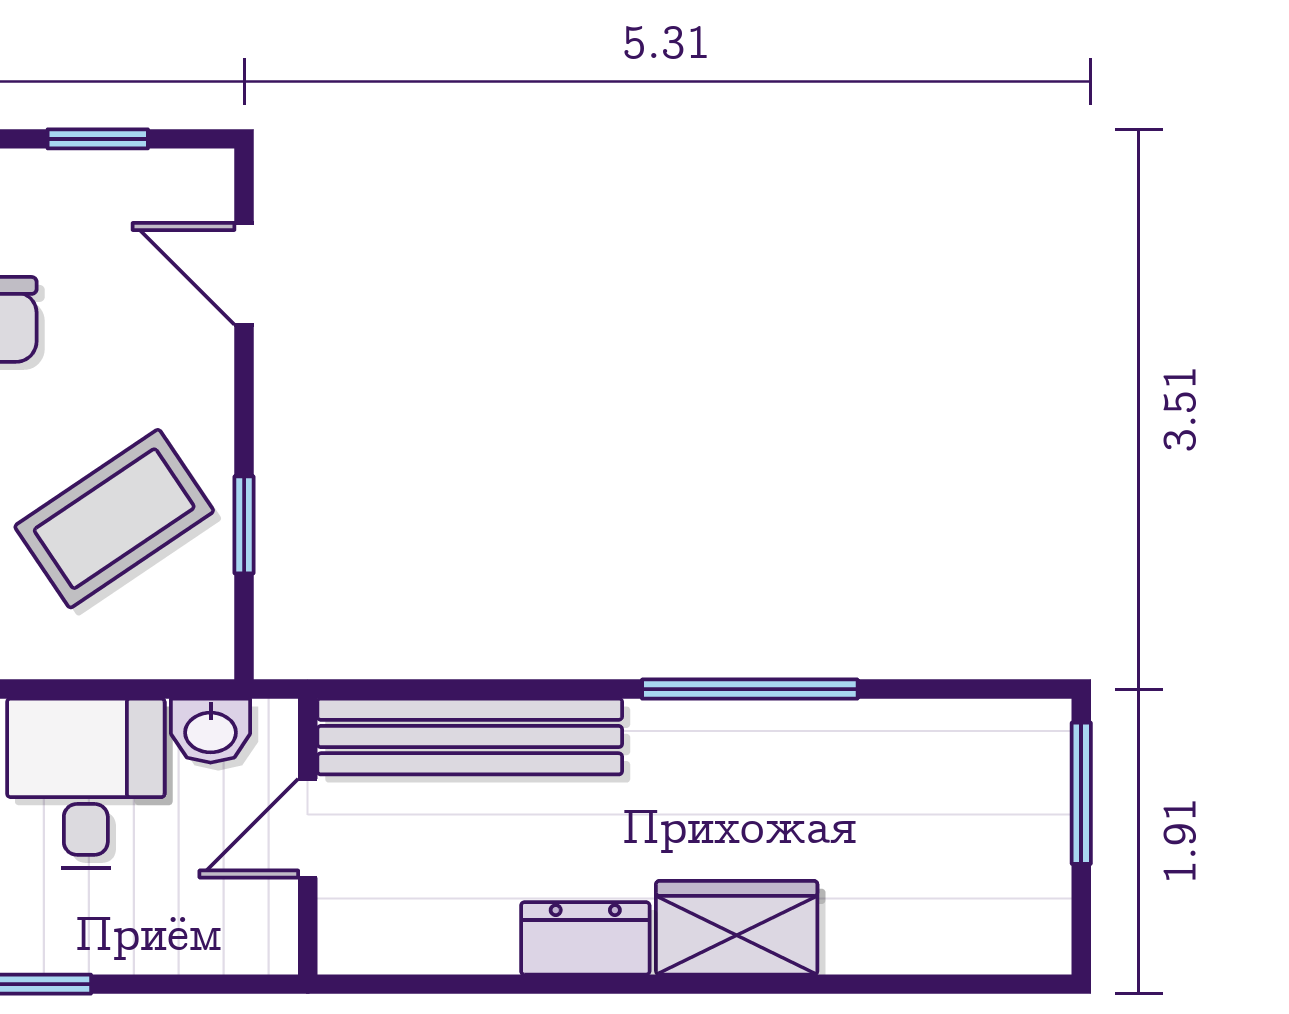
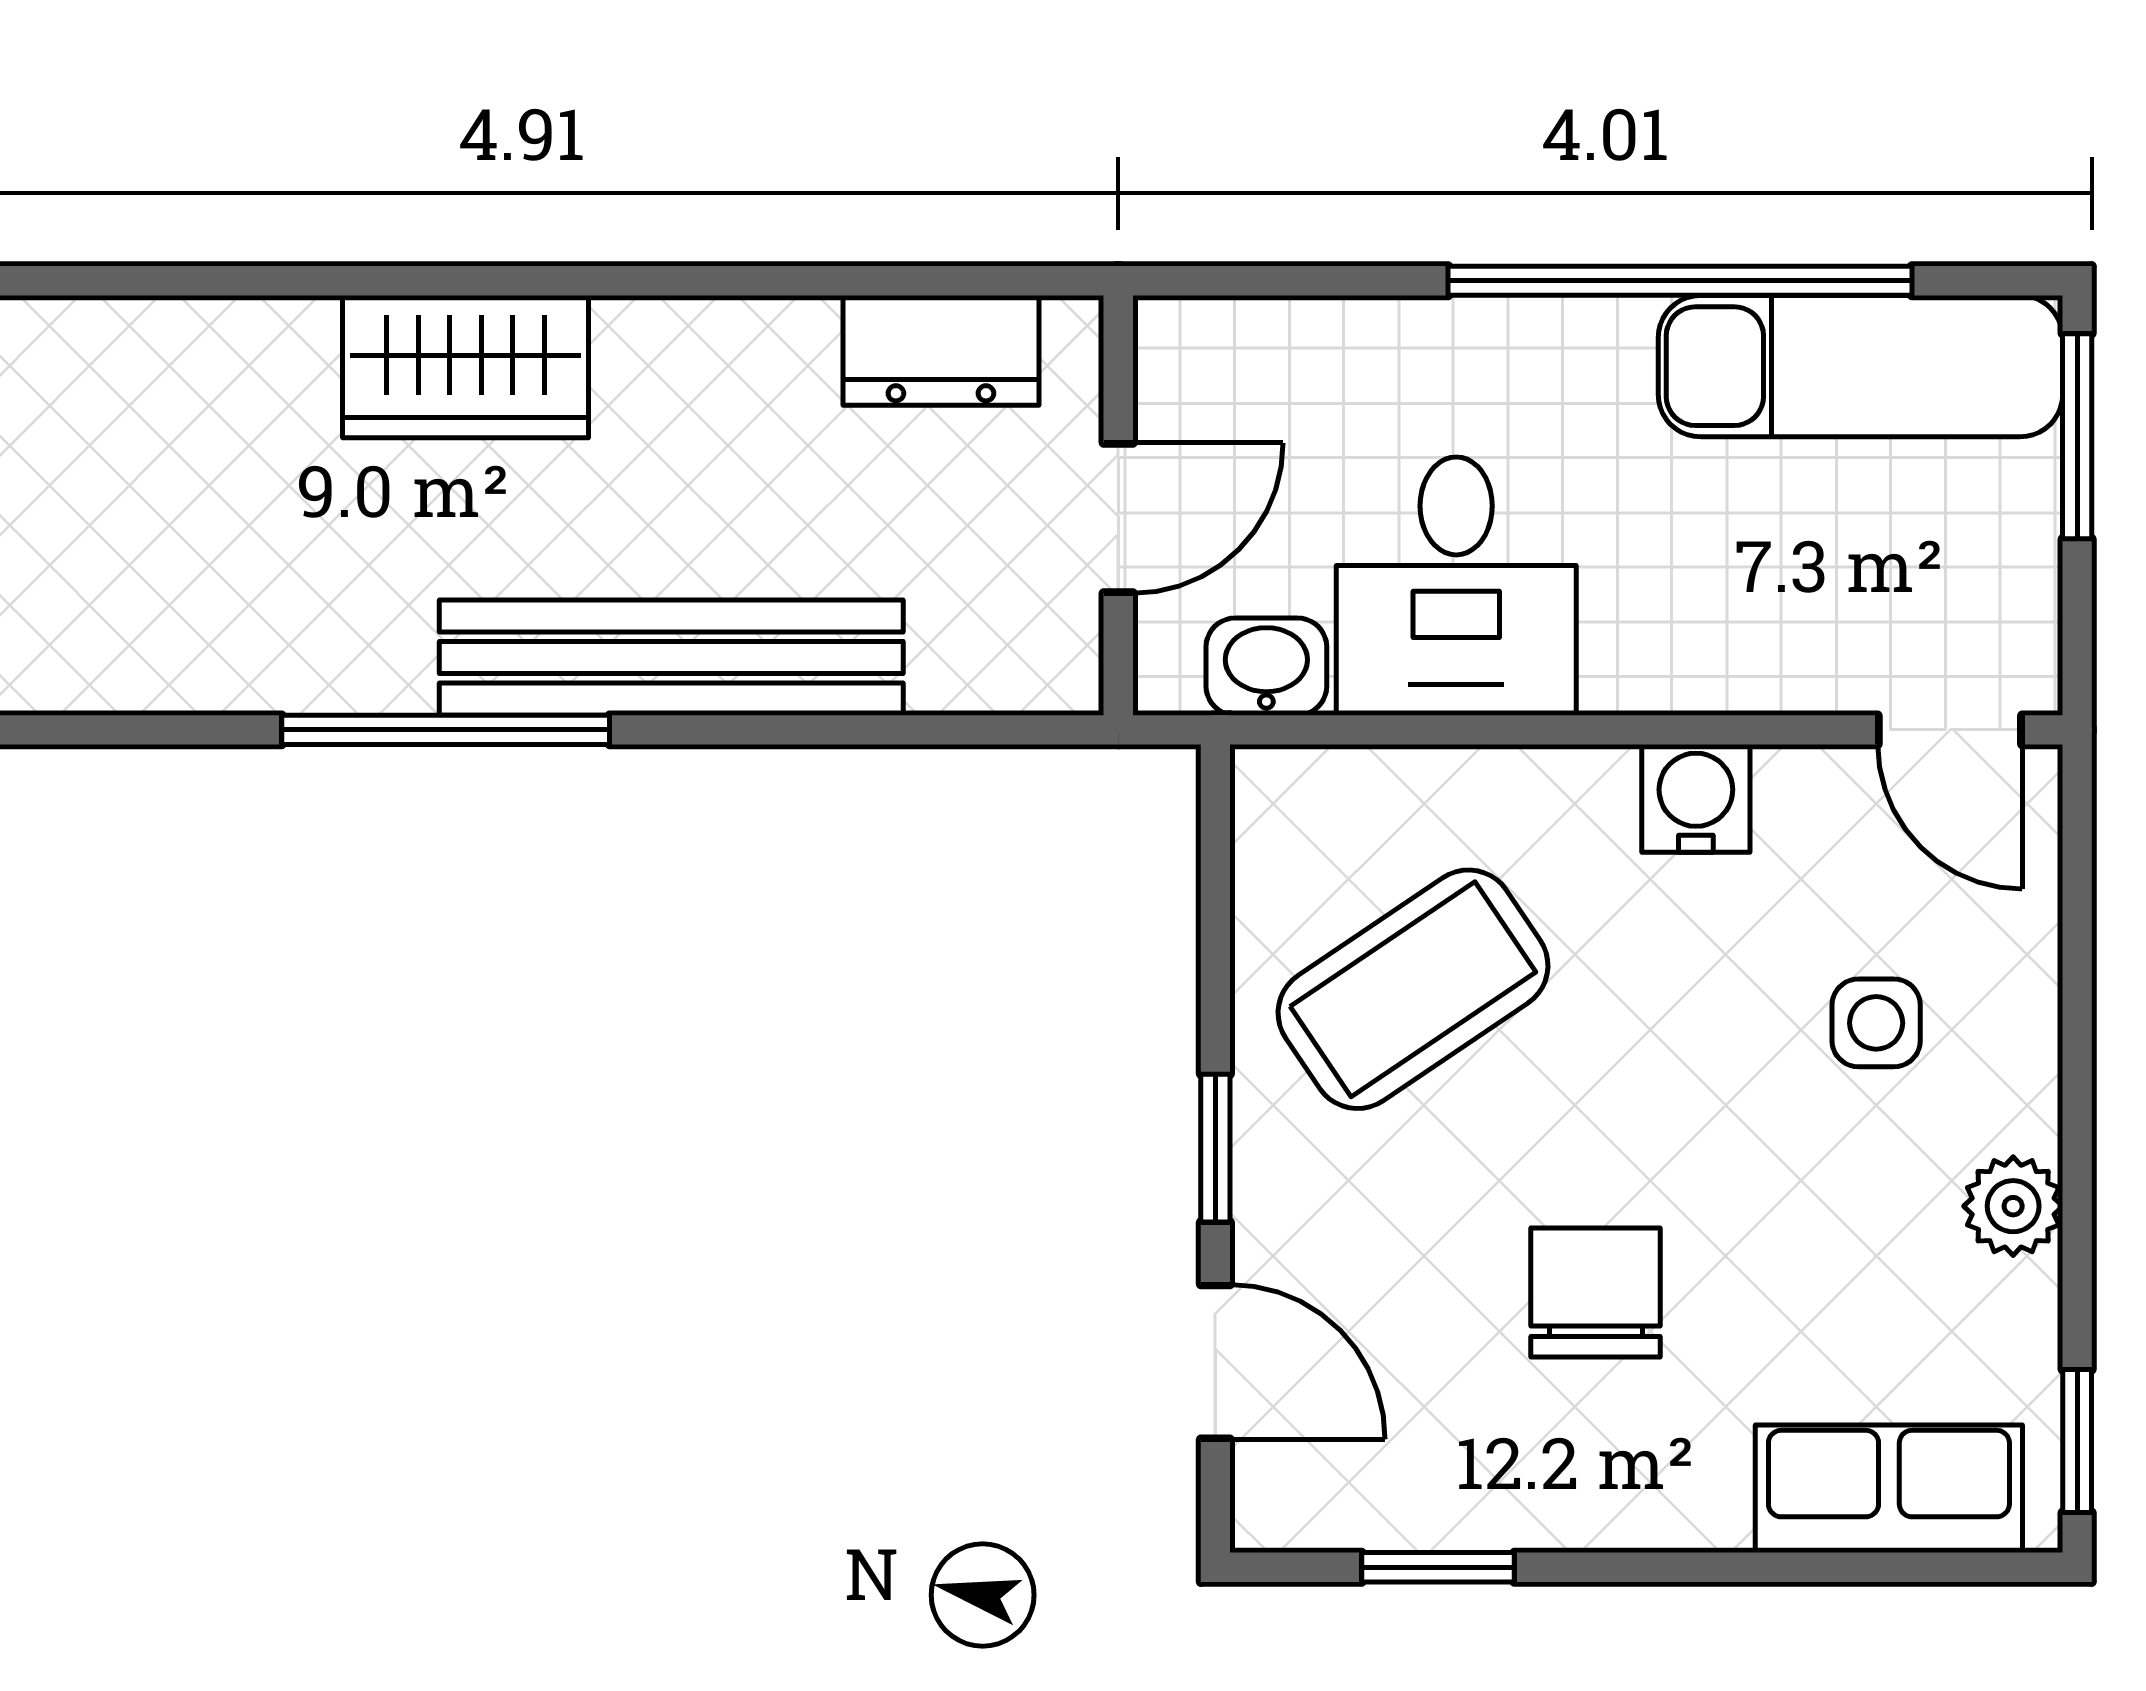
window: (244, 525) -> (1215, 1148), moved
bench: (470, 737) -> (671, 658), moved
dresser: (585, 938) -> (941, 350), moved

